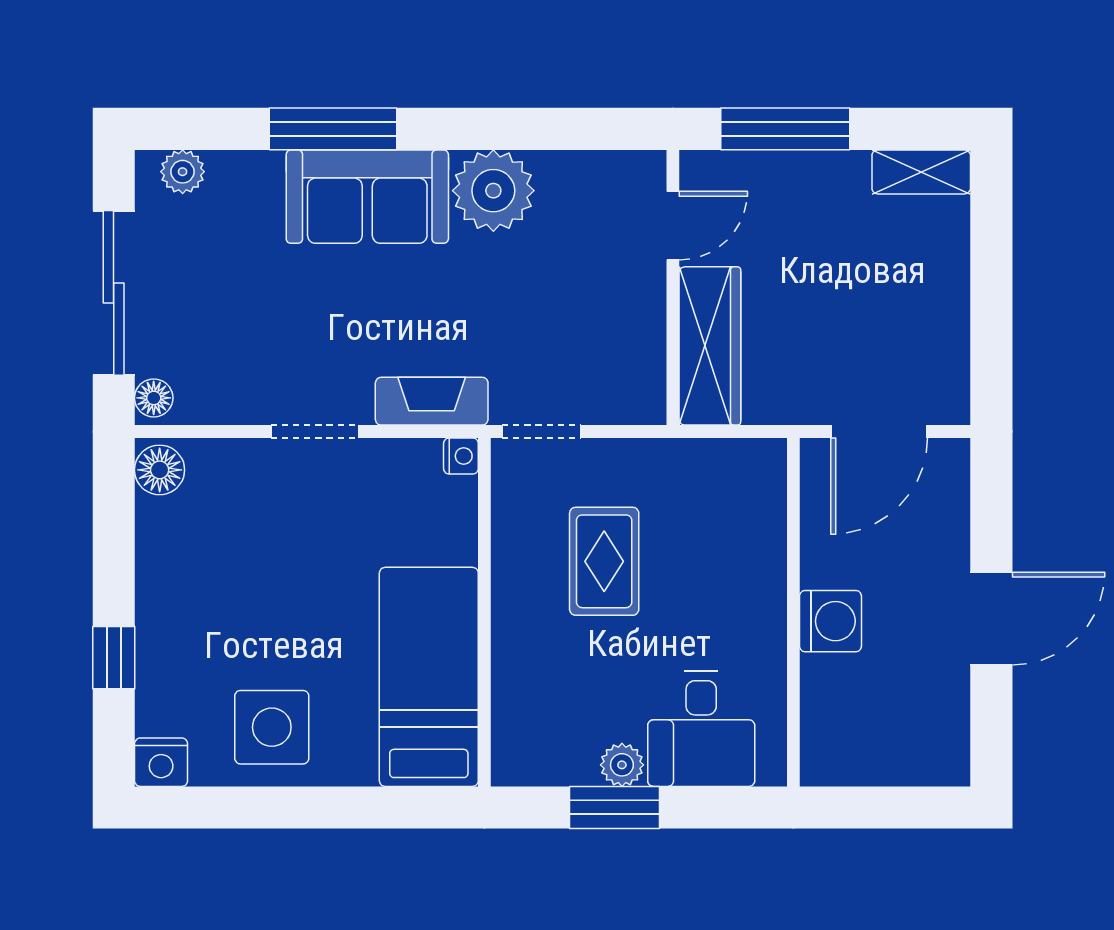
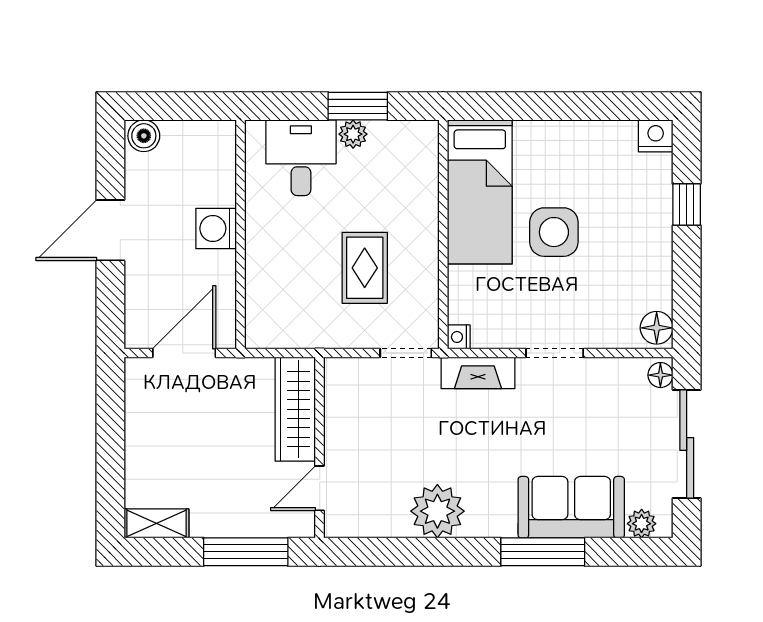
sofa: (367, 197) -> (571, 507), moved
side table: (272, 727) -> (554, 232), moved
boiler: (941, 762) -> (144, 136), added

